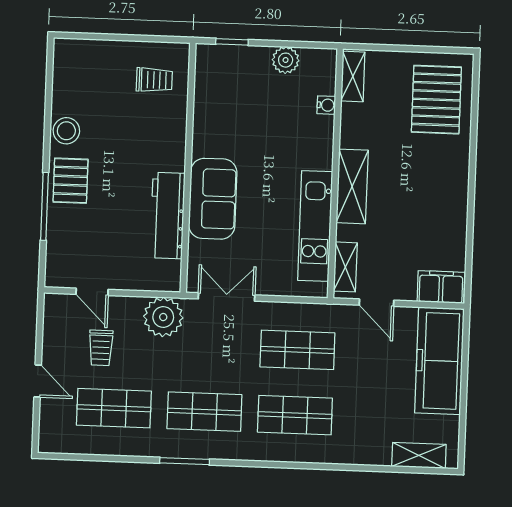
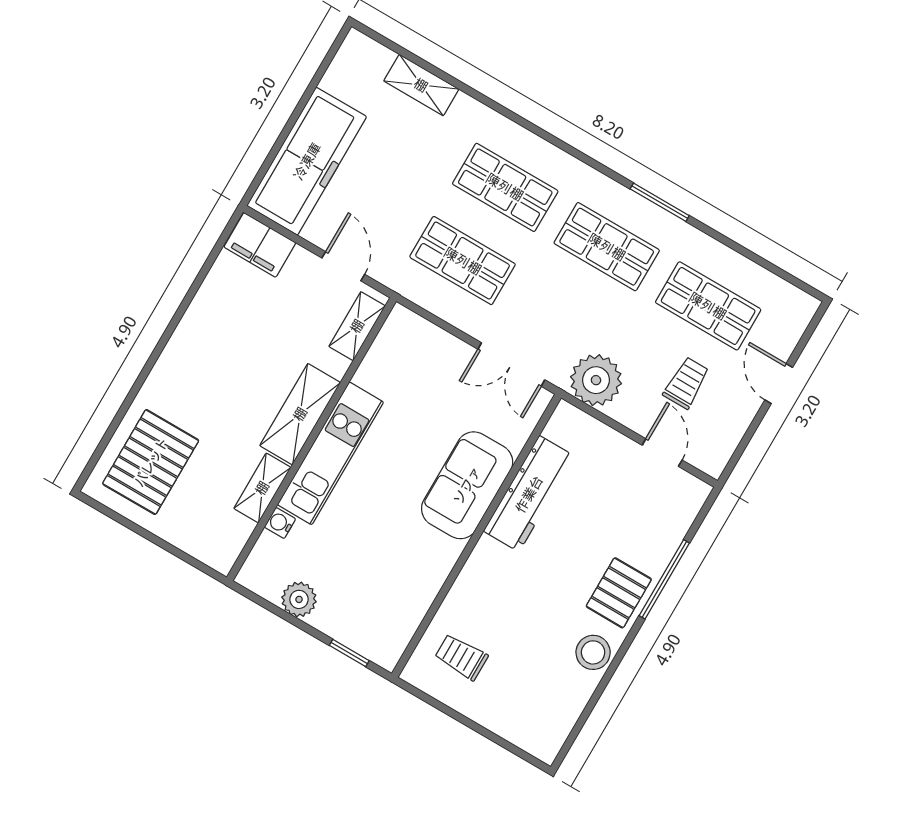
shelving: (353, 77) -> (262, 488), moved
kitchen unit: (315, 226) -> (330, 453), moved
shelving: (419, 455) -> (421, 85), moved

